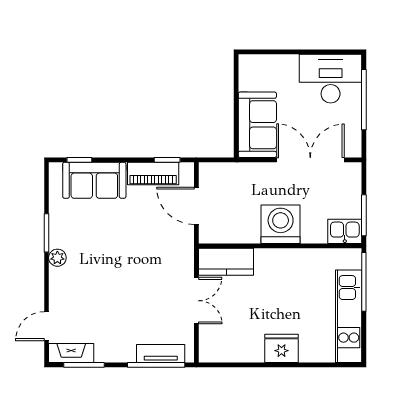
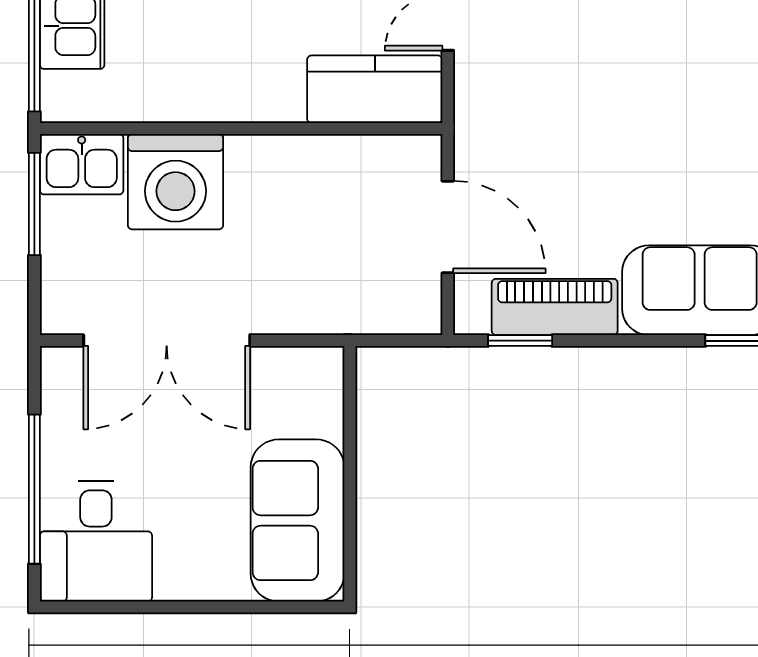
desk: (331, 79) -> (96, 541), width x0.73
sofa: (257, 125) -> (298, 520), moved
washing machine: (281, 224) -> (176, 182), moved

